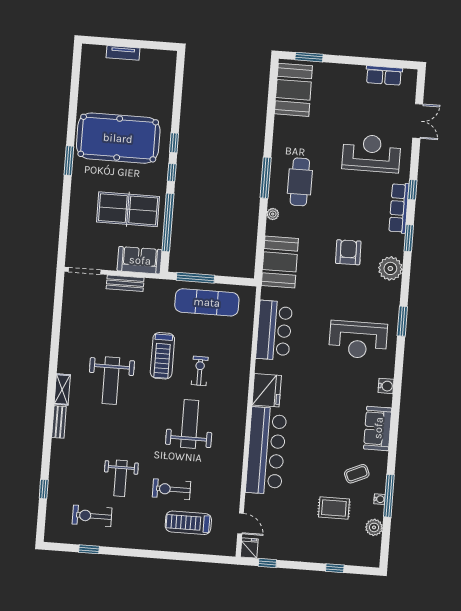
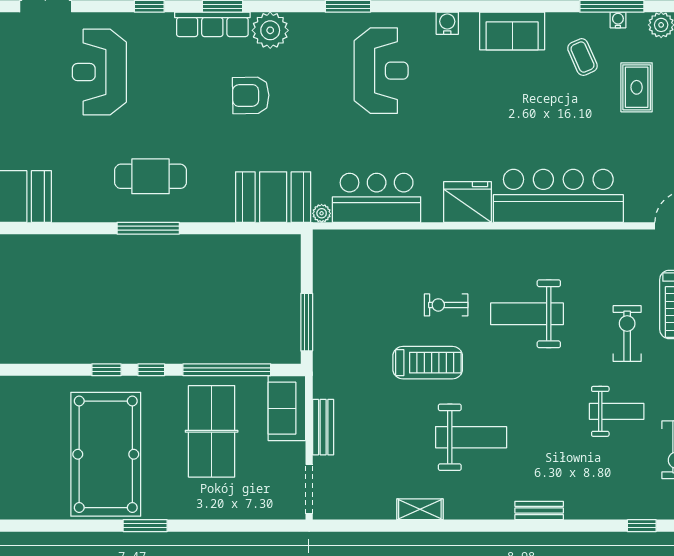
row of seats: (399, 208) -> (212, 24), moved
plant: (273, 214) -> (322, 213), moved
exercise mat: (207, 302) -> (342, 302), removed
shelving: (62, 389) -> (420, 509), moved
exercise bike: (172, 489) -> (627, 334), turned 180

